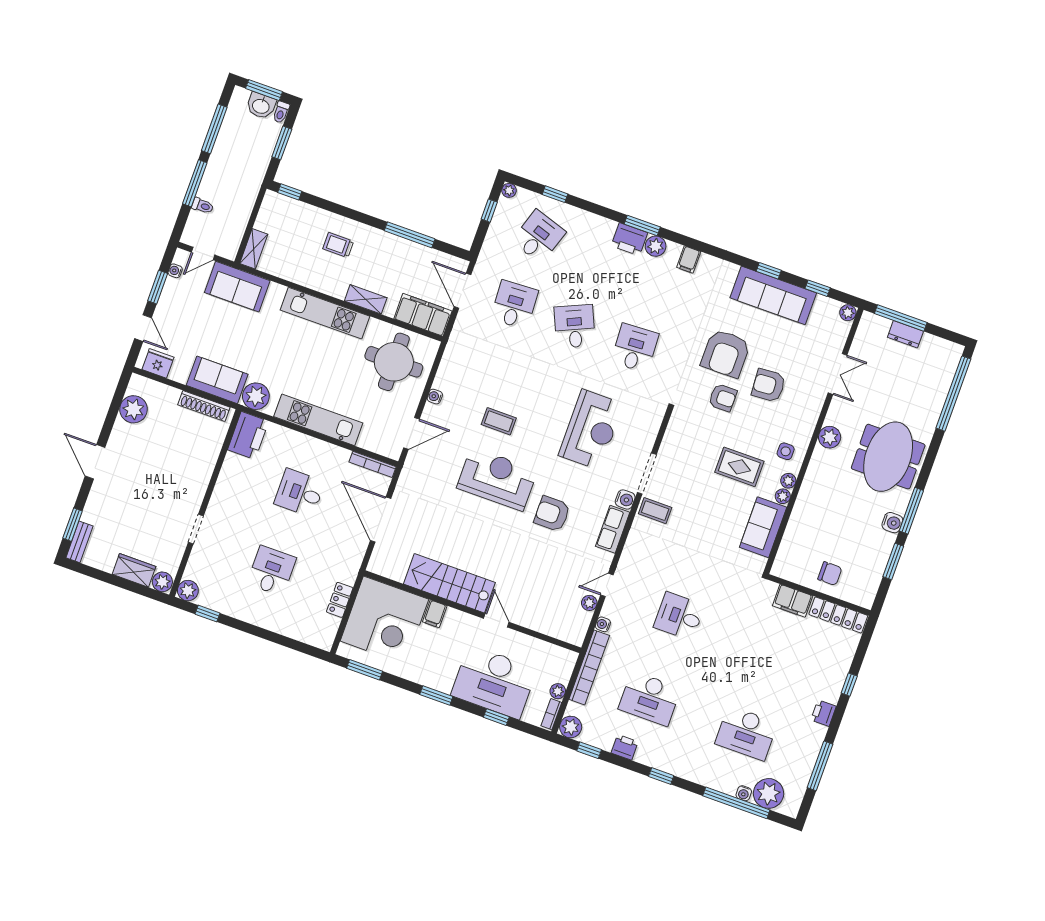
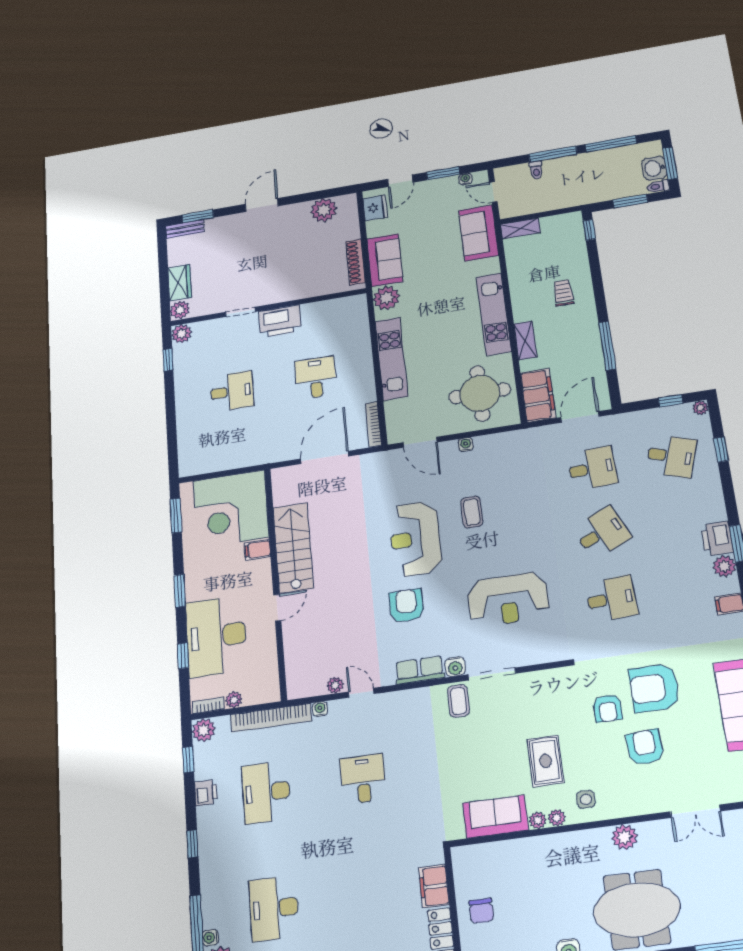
printer: (248, 435) -> (280, 321), moved
reception desk: (497, 479) -> (415, 539), turned 180
locker: (340, 600) -> (232, 461), removed

